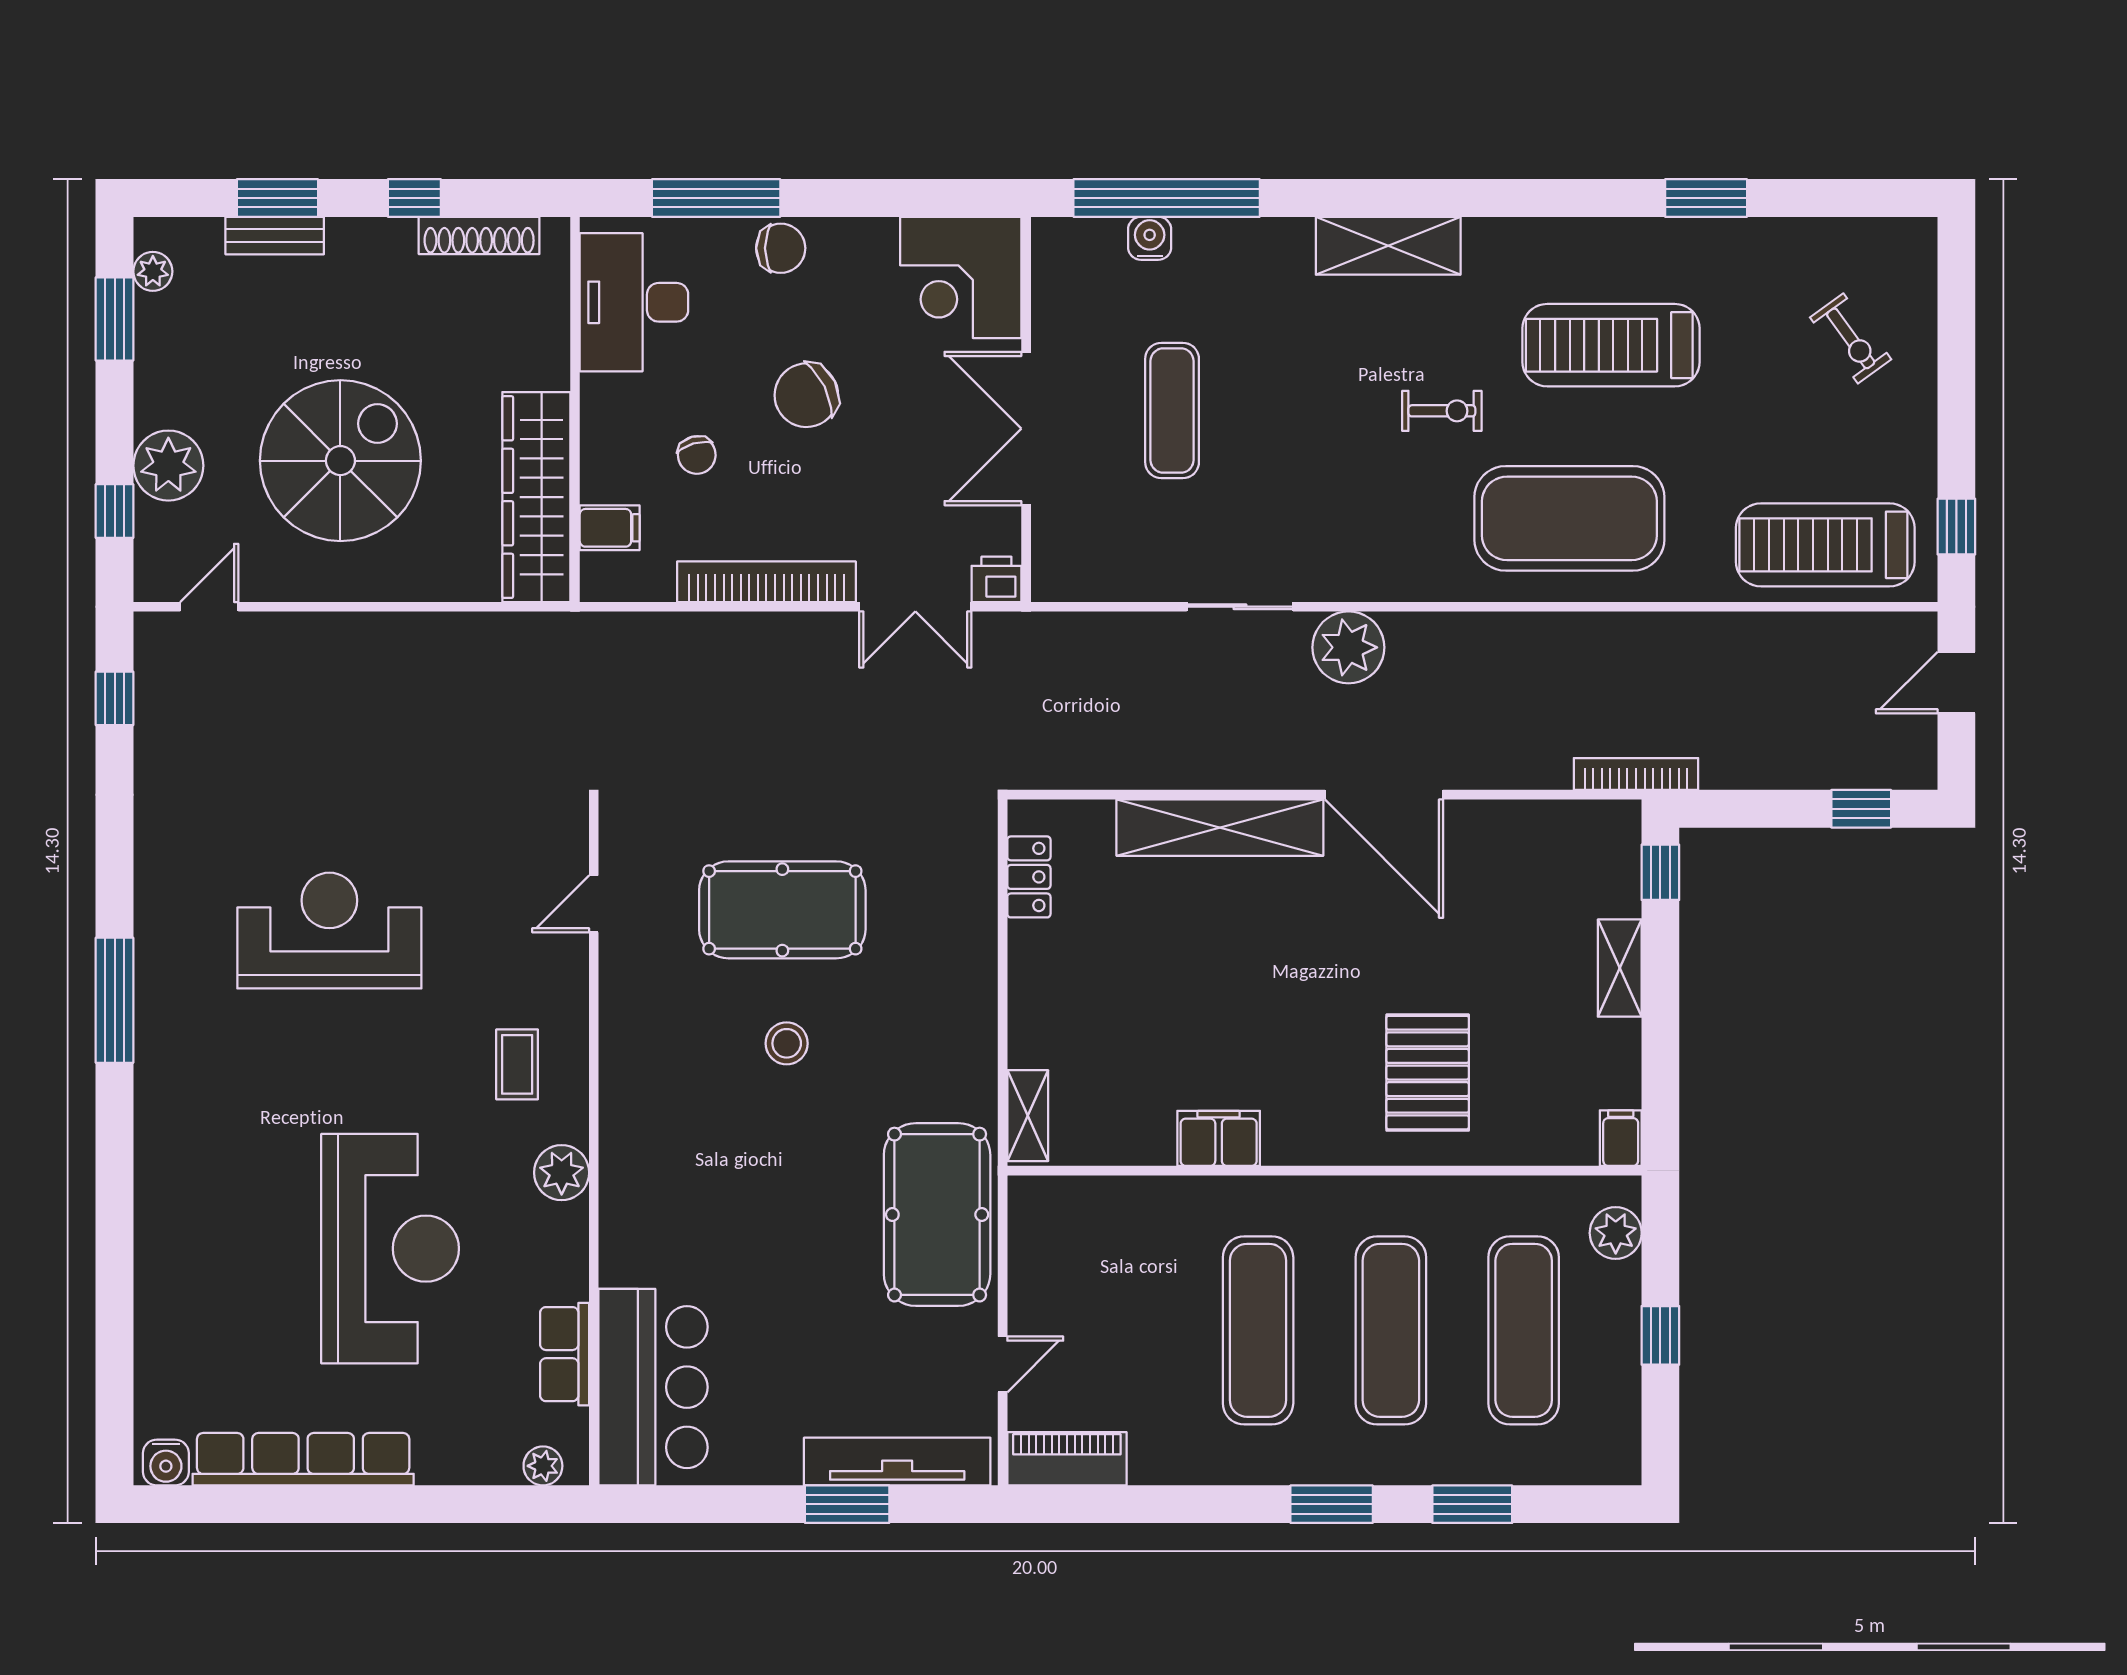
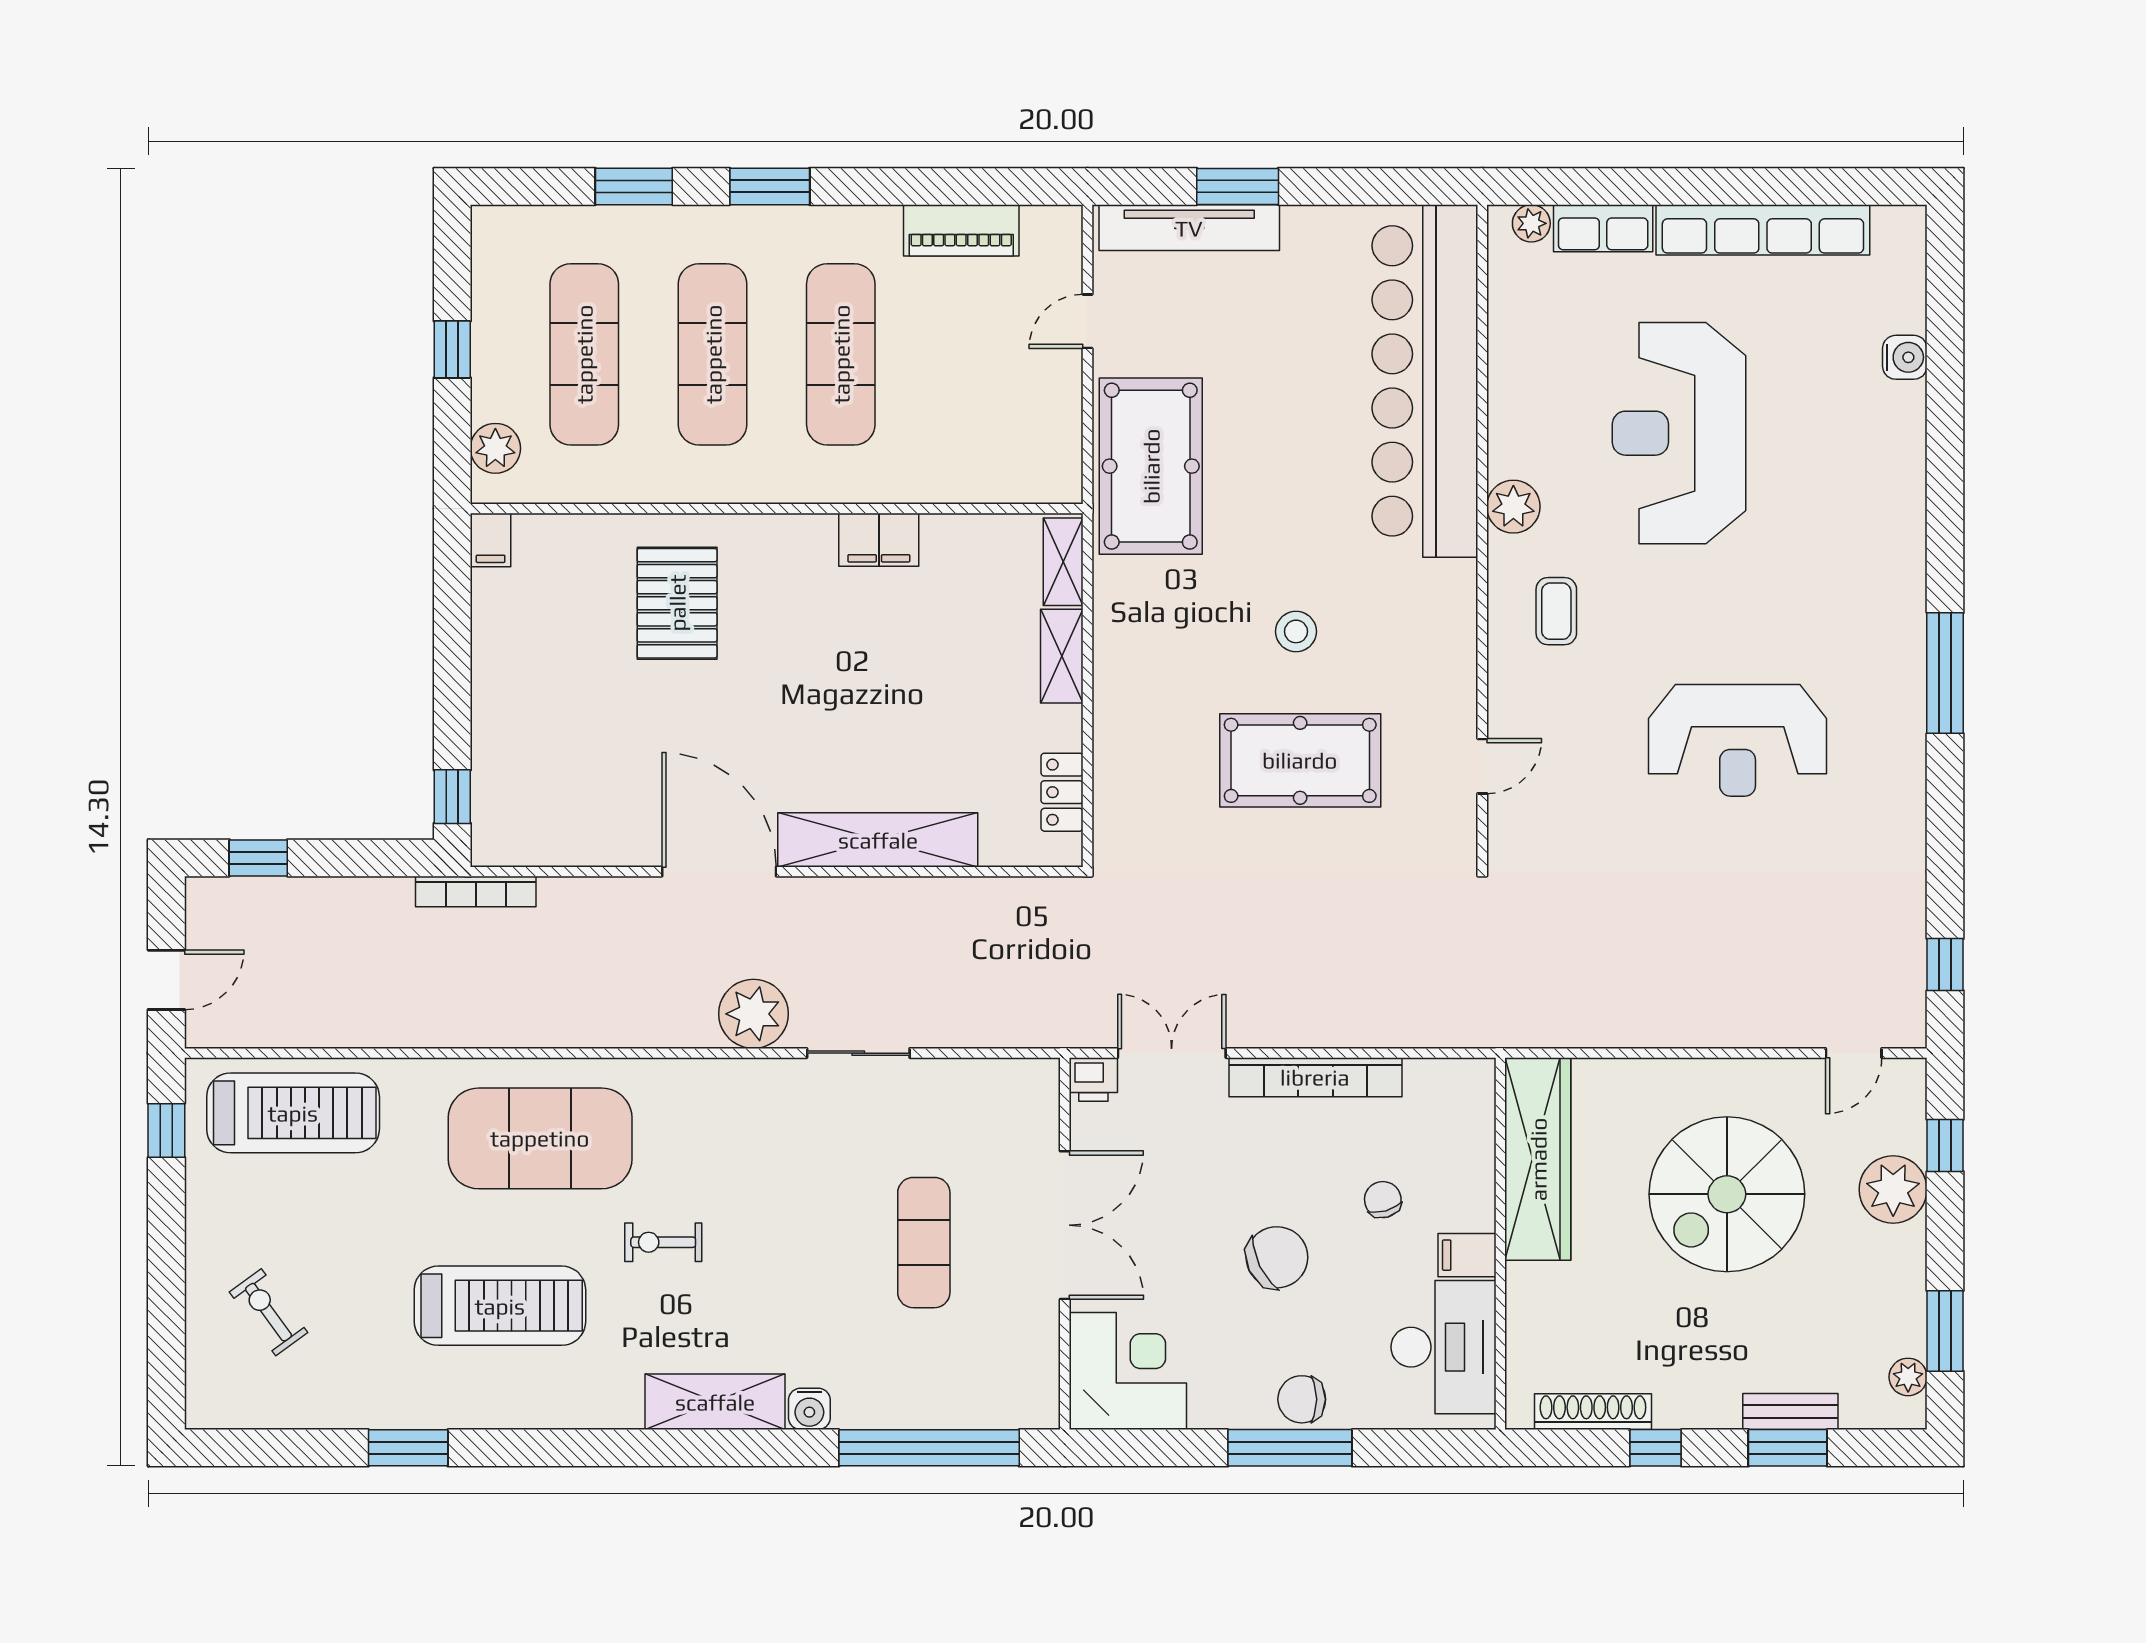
window: (716, 198) -> (1290, 1448), moved
water cooler: (1150, 238) -> (809, 1409), moved
filing cabinet: (610, 528) -> (1467, 1255), moved
shelving: (1620, 968) -> (1062, 656), moved
row of seats: (565, 1354) -> (1603, 228), moved, turned 90
bar counter: (653, 1387) -> (1425, 381), width x1.86
piano: (1067, 1459) -> (961, 230), moved
water cooler: (166, 1462) -> (1905, 357), moved, turned 90

